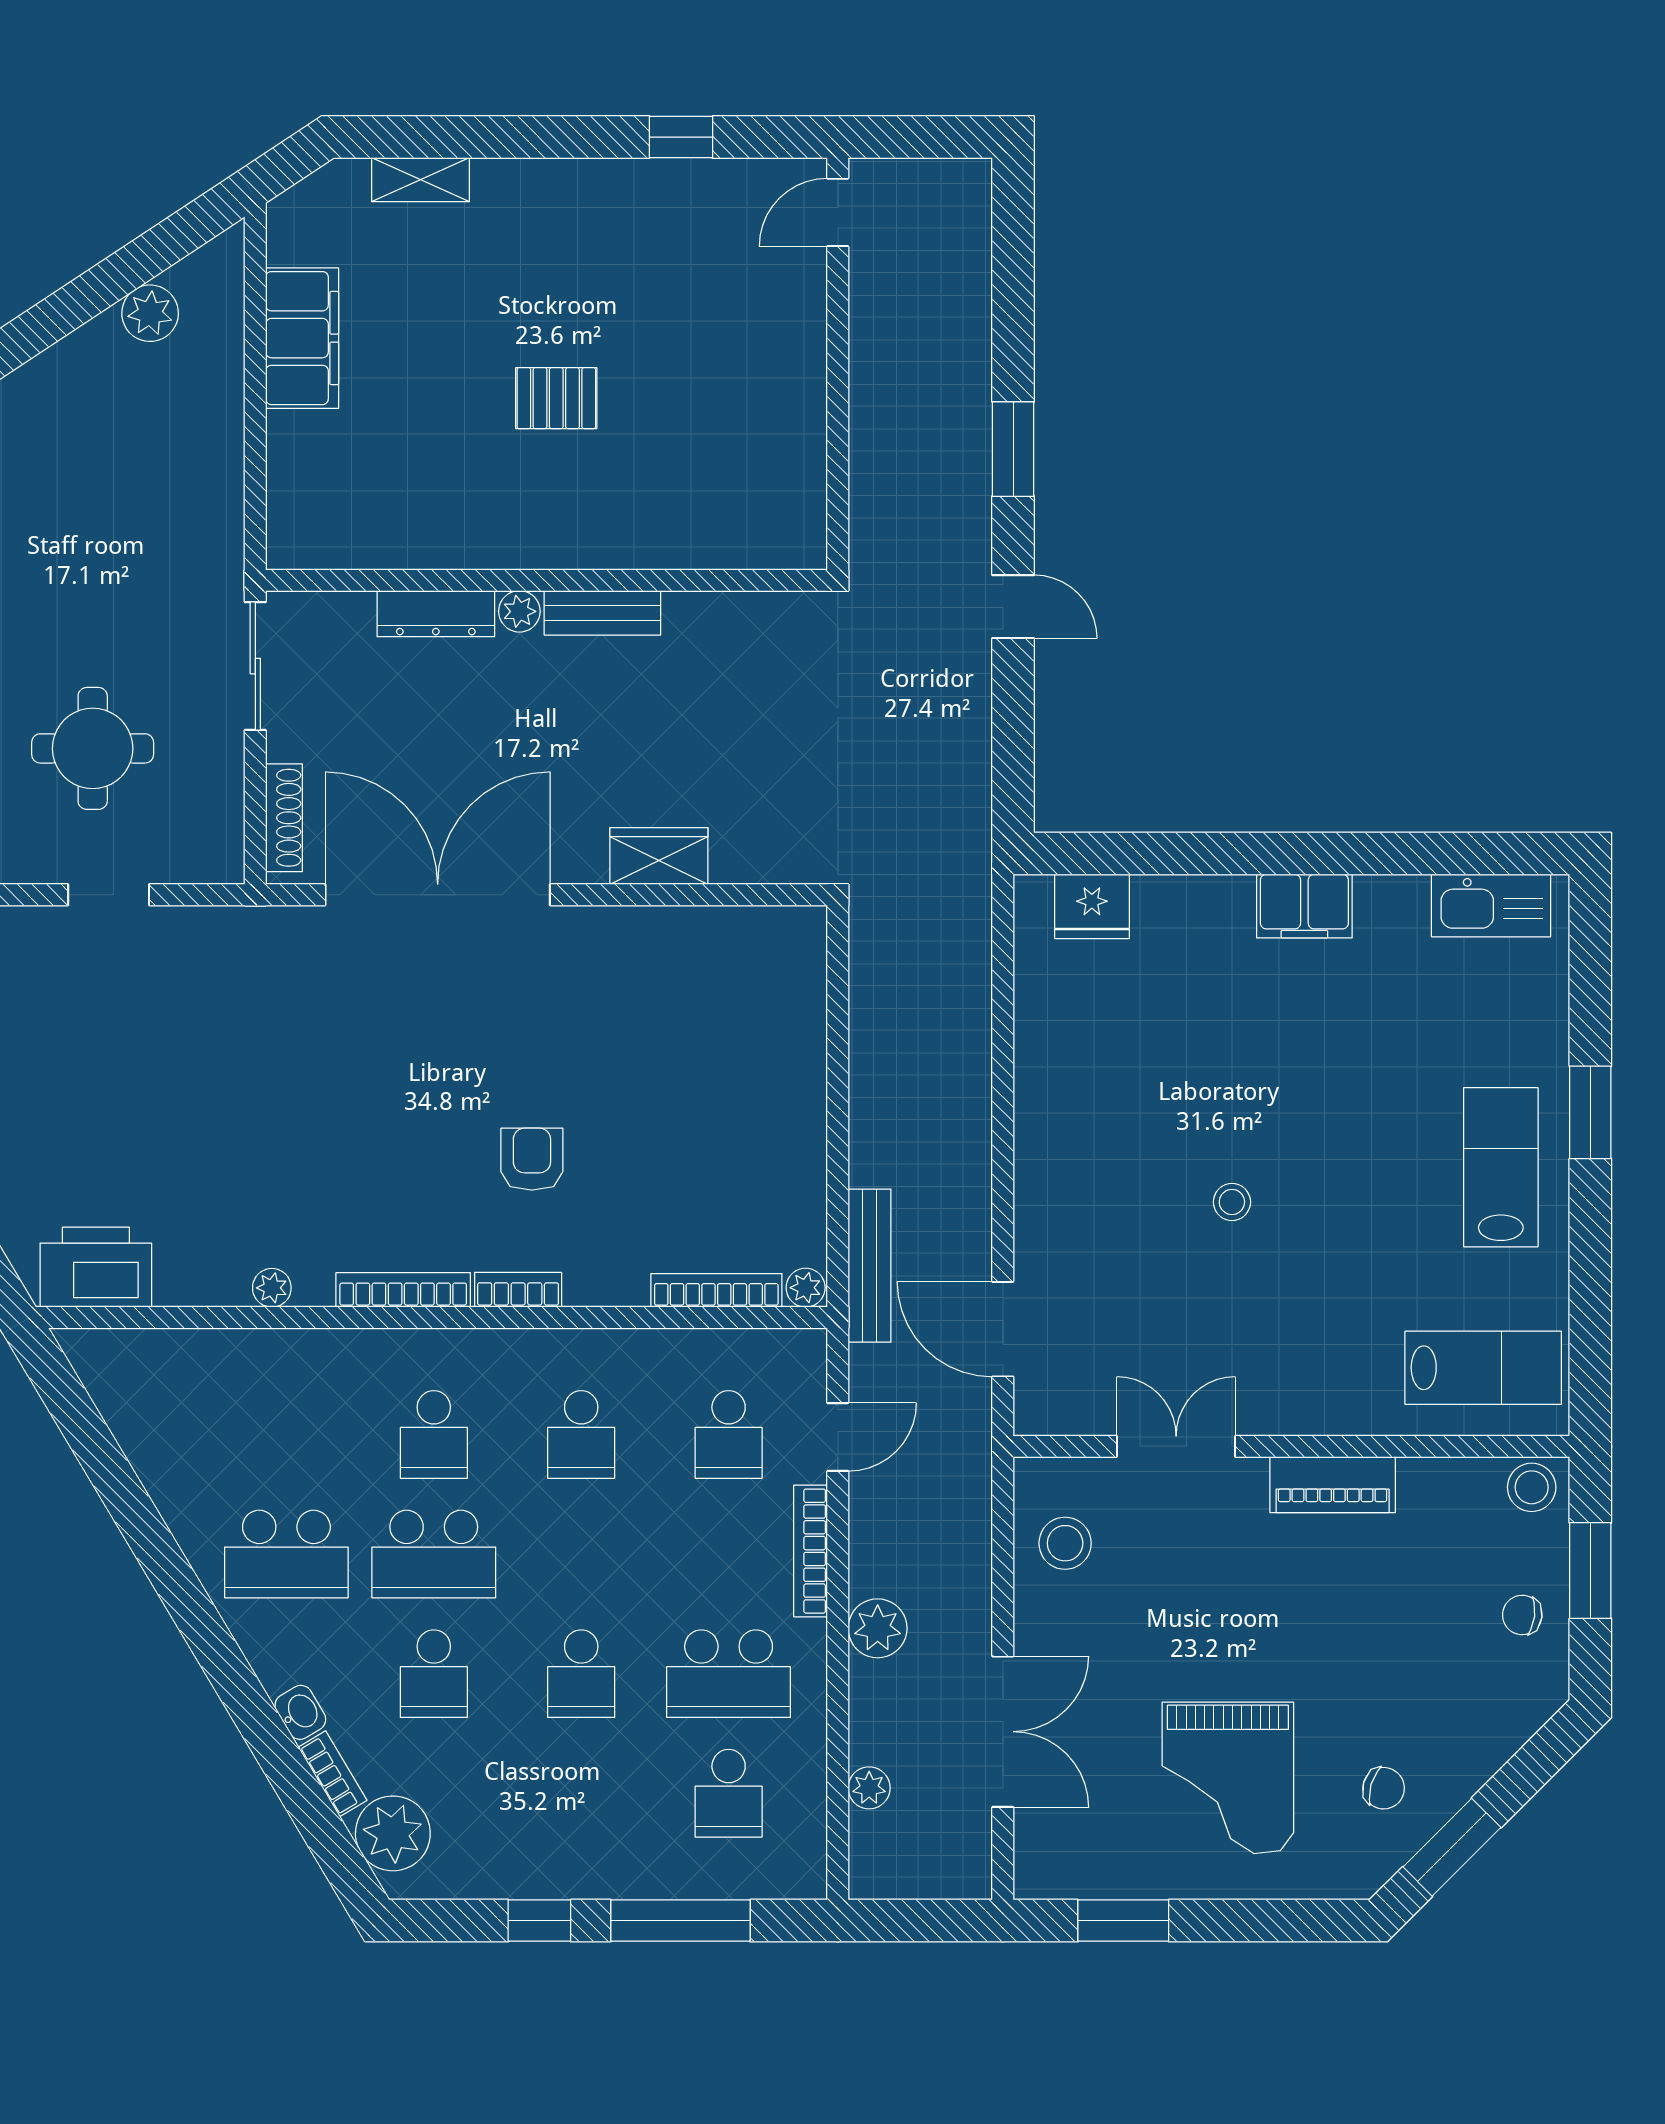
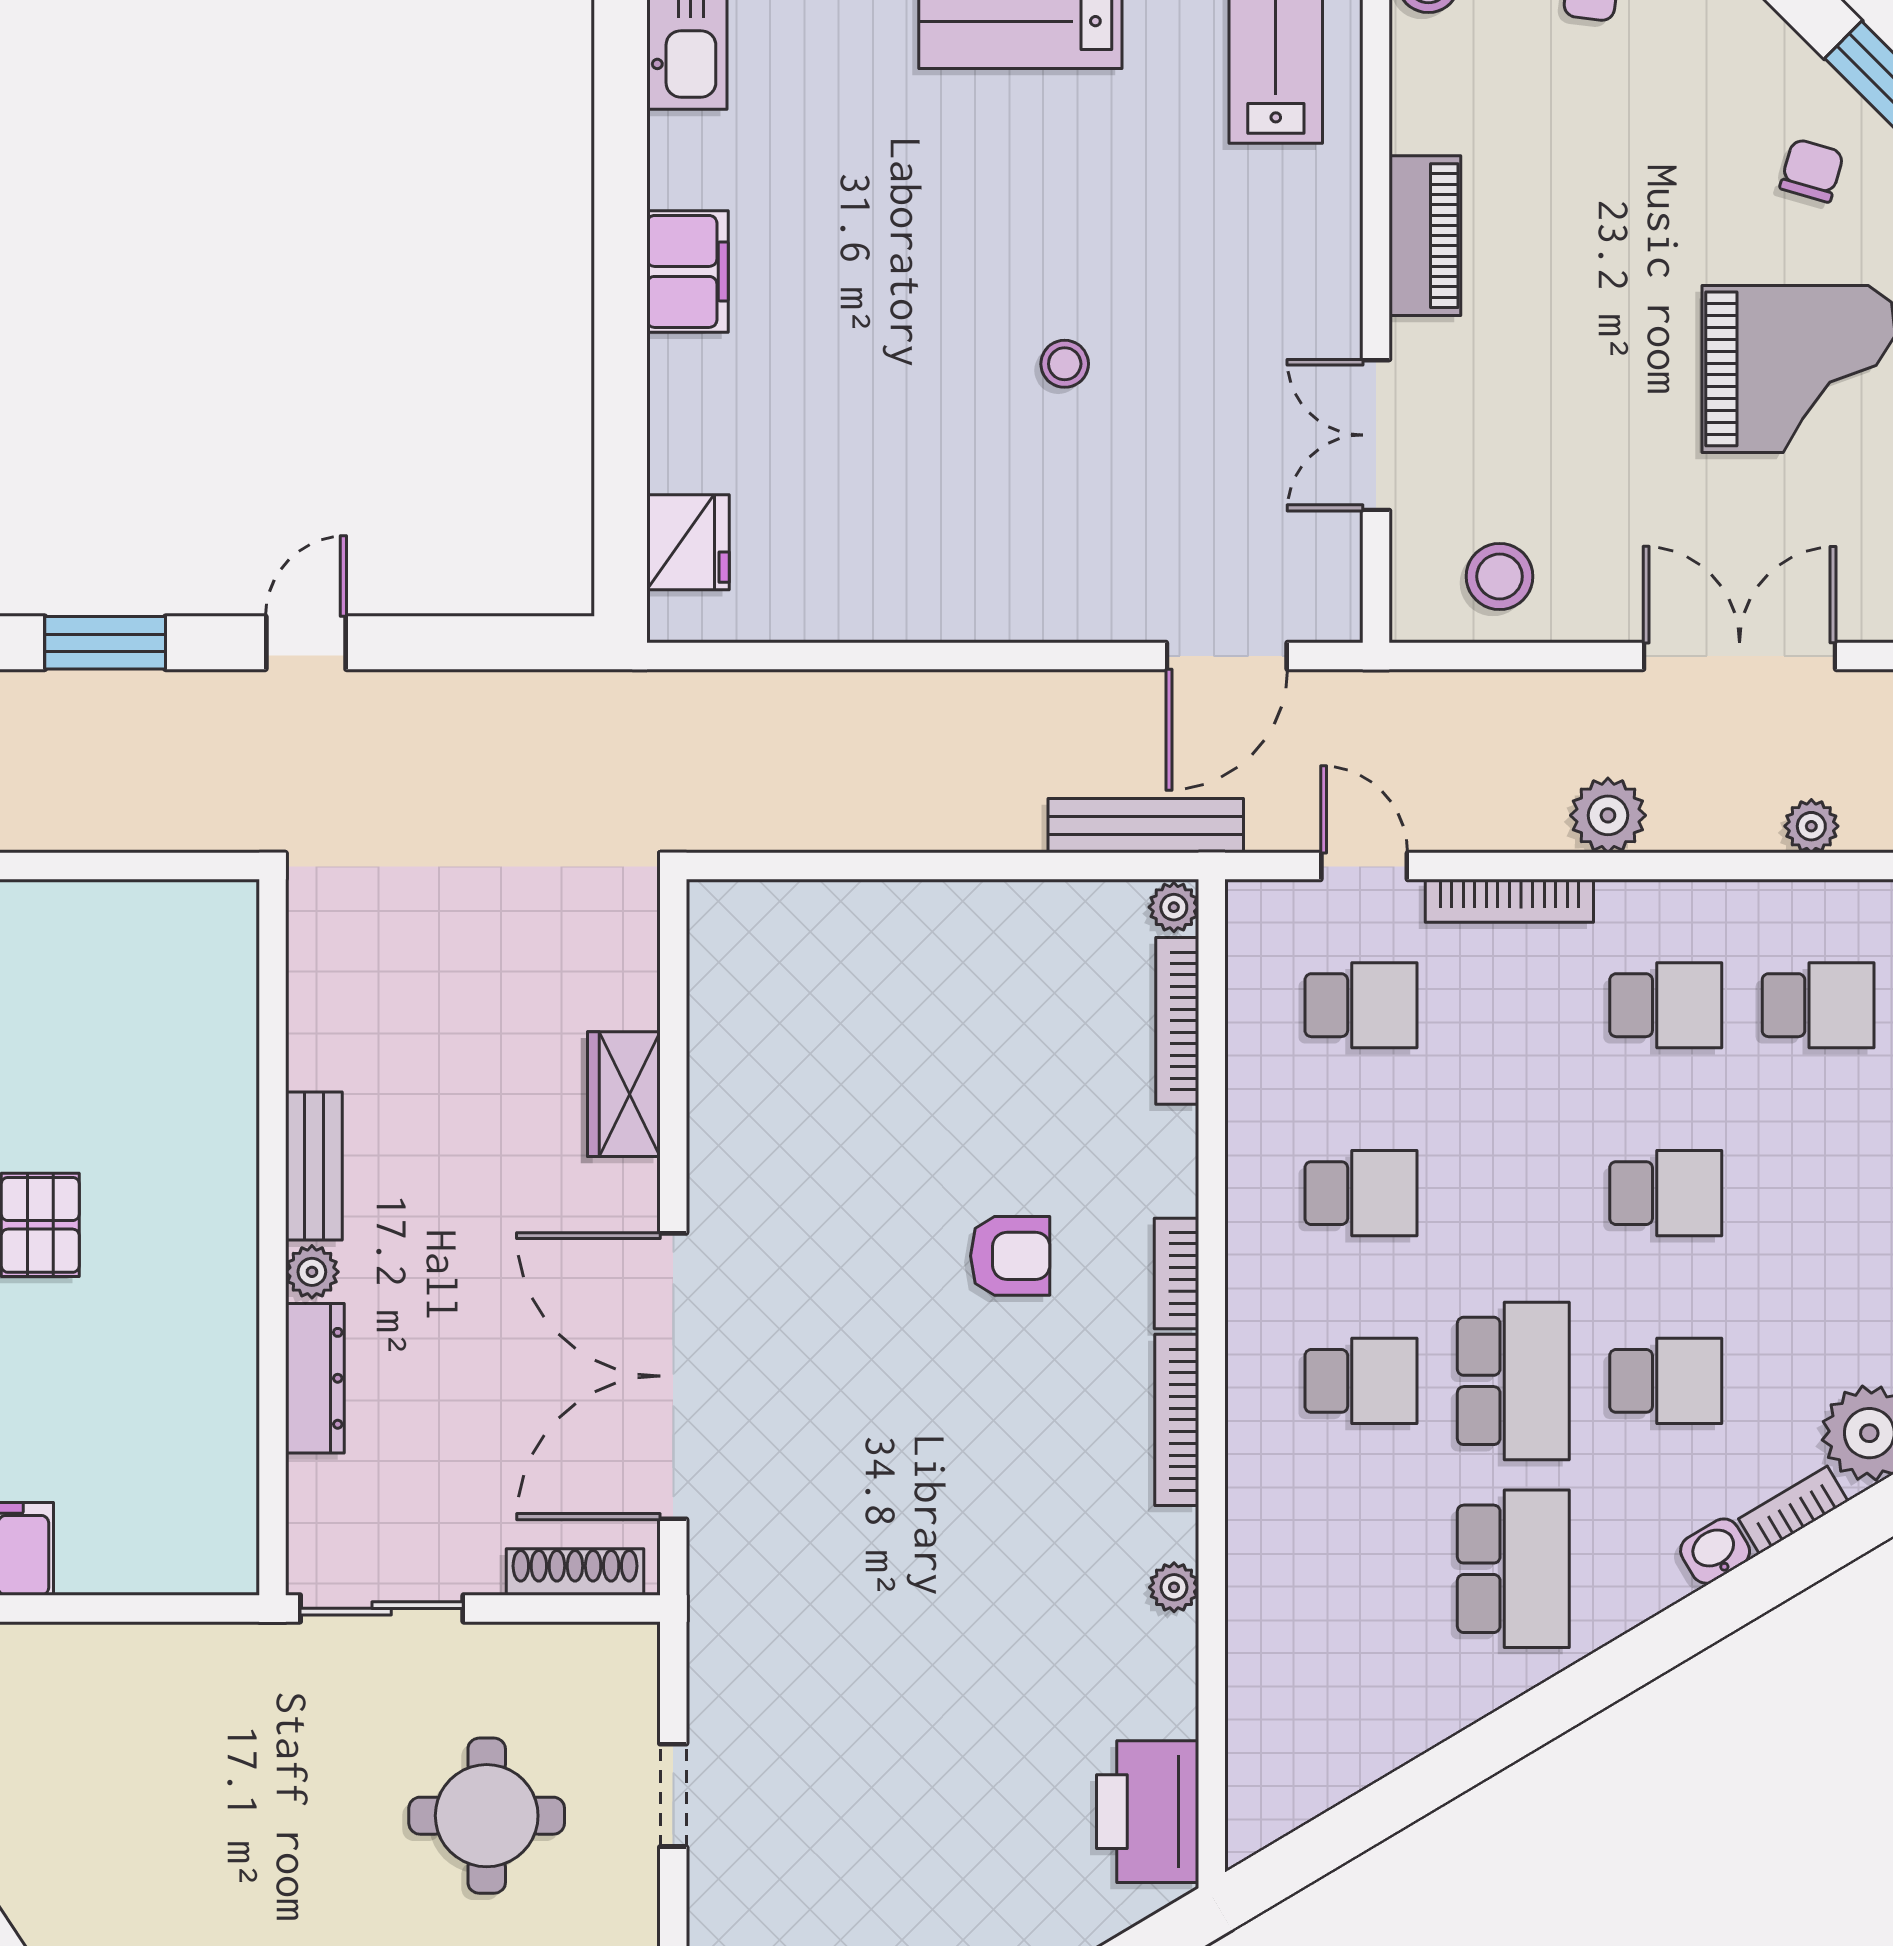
armchair: (532, 1159) -> (1010, 1256), turned 180
school desk: (729, 1674) -> (1666, 1005), width x0.54

